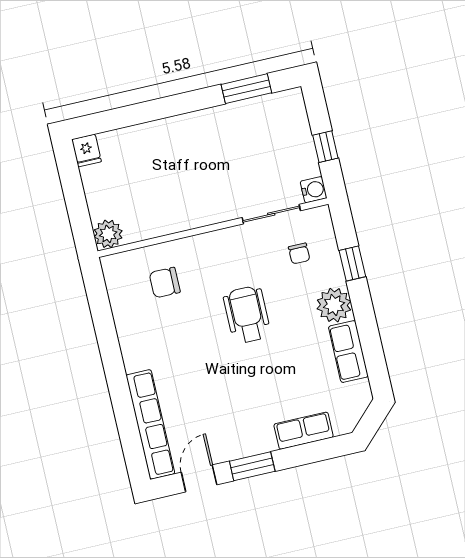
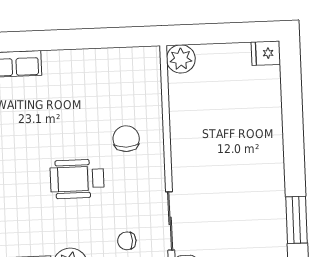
chair: (165, 283) -> (126, 139), moved
wheelchair: (247, 315) -> (77, 179), turned 180

